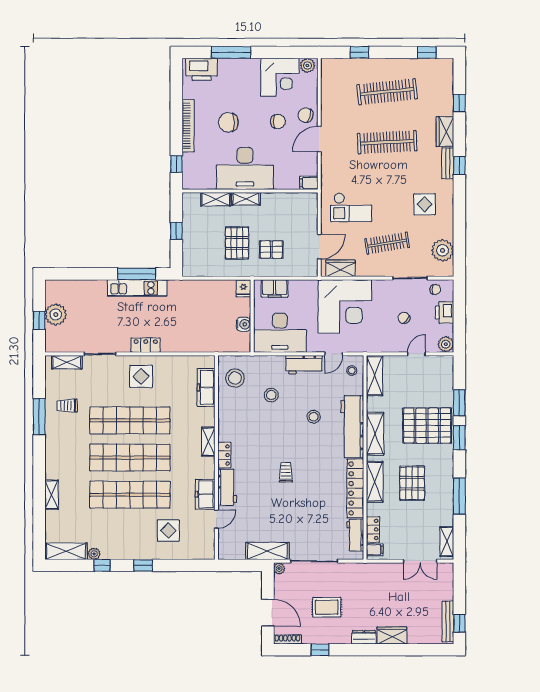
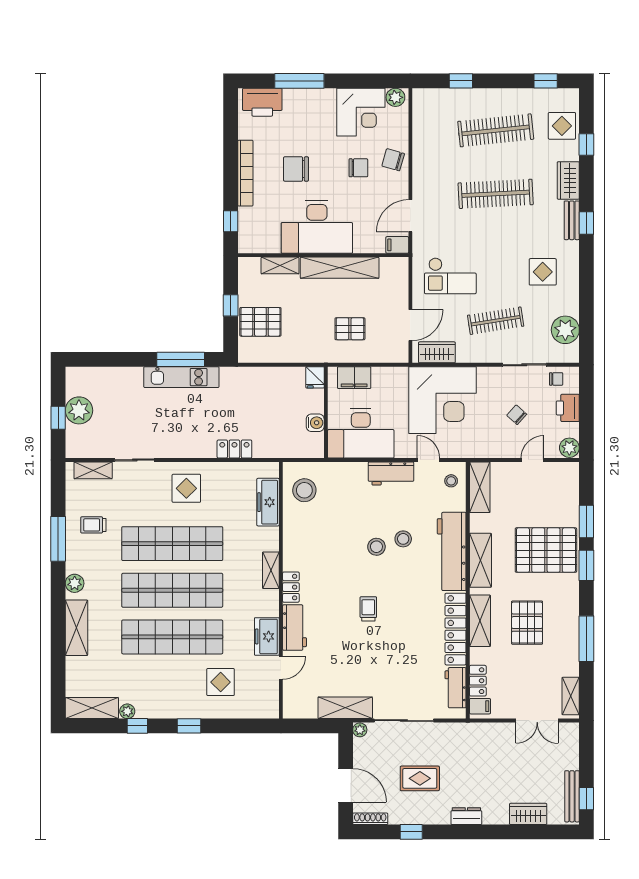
display table: (440, 88) -> (562, 126), added
door: (319, 139) -> (410, 216), moved
shelving: (246, 199) -> (340, 268), width x2.20, depth x1.33
pallet: (237, 243) -> (260, 322), moved, turned 90
locker: (146, 345) -> (234, 449), moved
door: (334, 354) -> (428, 460), swing flipped
stool: (271, 395) -> (376, 547), moved
plant: (52, 452) -> (75, 583), added
shelving: (52, 495) -> (76, 628), width x1.50, depth x1.33
wardrobe: (392, 635) -> (528, 814), moved

